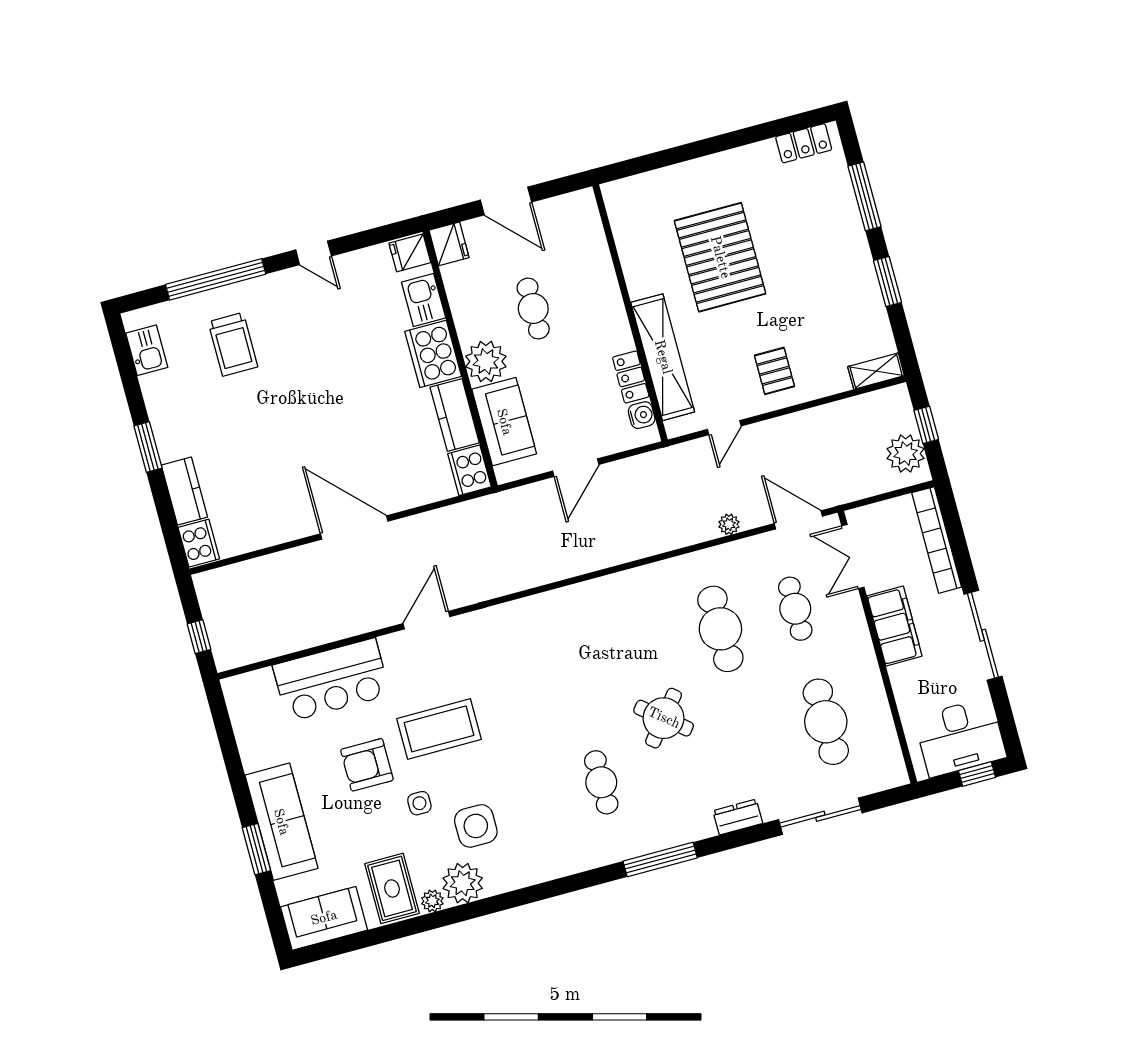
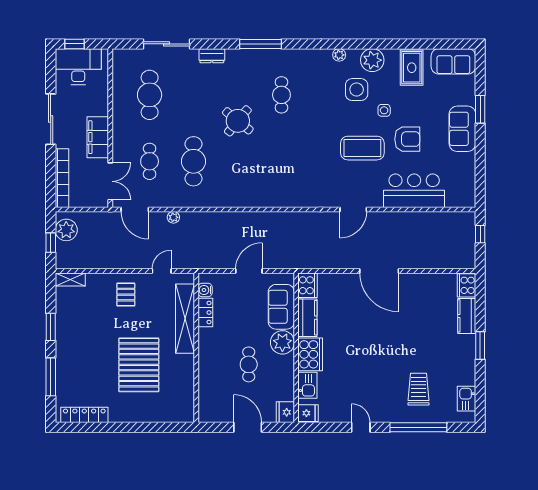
locker: (804, 143) -> (84, 415), width x1.53
sofa: (281, 822) -> (462, 129), width x0.73
plant: (432, 901) -> (339, 55), moved

